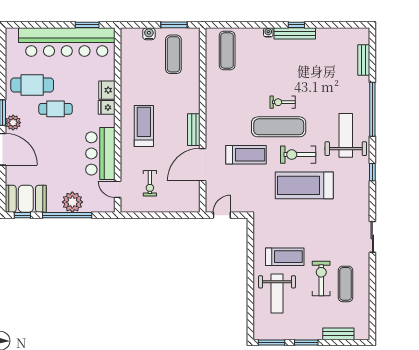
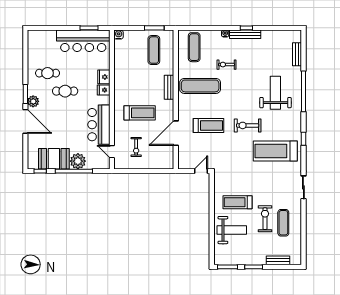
water cooler: (149, 34) -> (119, 35), moved
bar counter: (67, 42) -> (83, 41), width x0.73
cafe table: (32, 85) -> (48, 73), width x0.73, depth x0.74
exercise bike: (283, 102) -> (226, 65), moved
treadmill: (144, 126) -> (140, 113), moved, turned 90
exercise mat: (279, 127) -> (200, 86), moved
bench: (194, 130) -> (169, 87), moved
weight bench: (346, 135) -> (275, 93), moved
treadmill: (304, 185) -> (275, 151), moved
booth: (26, 199) -> (54, 159), moved
door: (222, 215) -> (201, 171), moved
treadmill: (285, 257) -> (238, 202), turned 180
weight bench: (277, 294) -> (232, 230), turned -90

